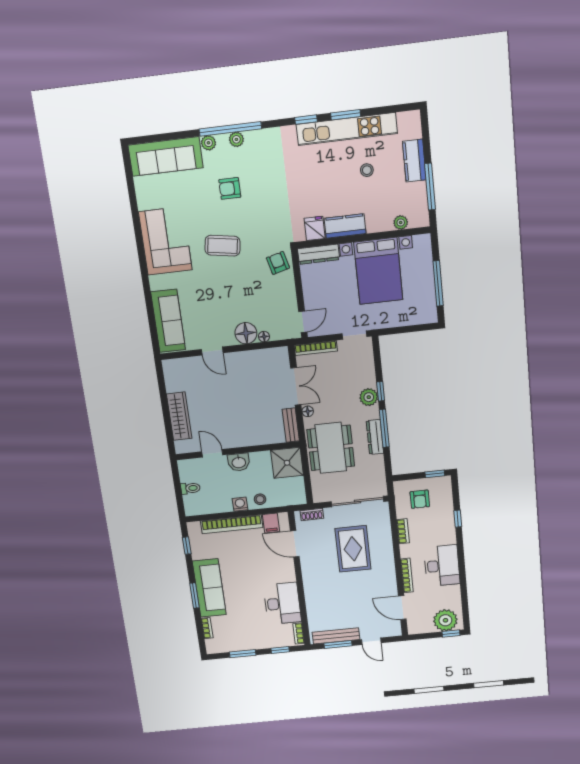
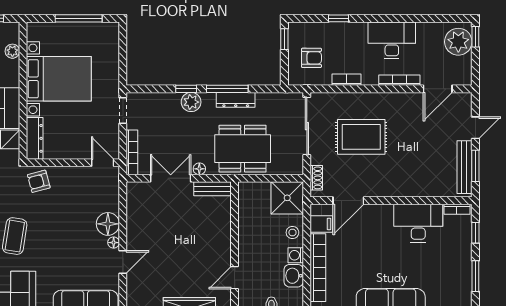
floor lamp: (264, 337) -> (114, 243), moved
washbasin: (239, 462) -> (294, 276), moved, turned 180
shower: (287, 463) -> (287, 198), moved

